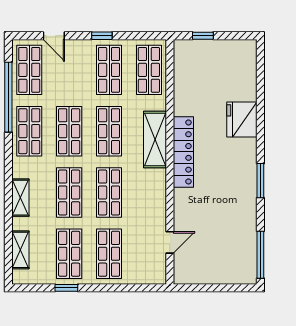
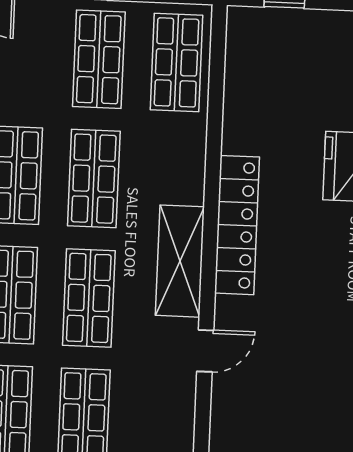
shelving: (155, 139) -> (180, 261), moved
door: (170, 242) -> (205, 351), moved

